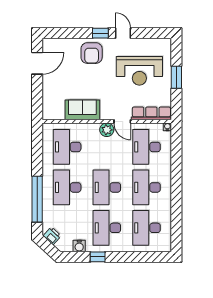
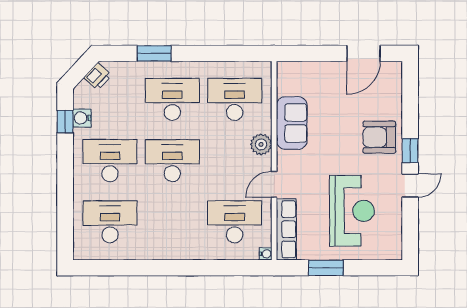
door: (37, 63) -> (363, 53), hinge flipped
reception desk: (139, 71) -> (352, 211), turned 180
window: (176, 77) -> (326, 268), moved
plant: (107, 130) -> (261, 144), moved
desk: (147, 187) -> (172, 222), removed
window: (37, 199) -> (154, 53), width x0.47
window: (98, 257) -> (65, 122), moved

